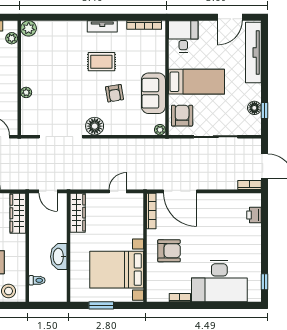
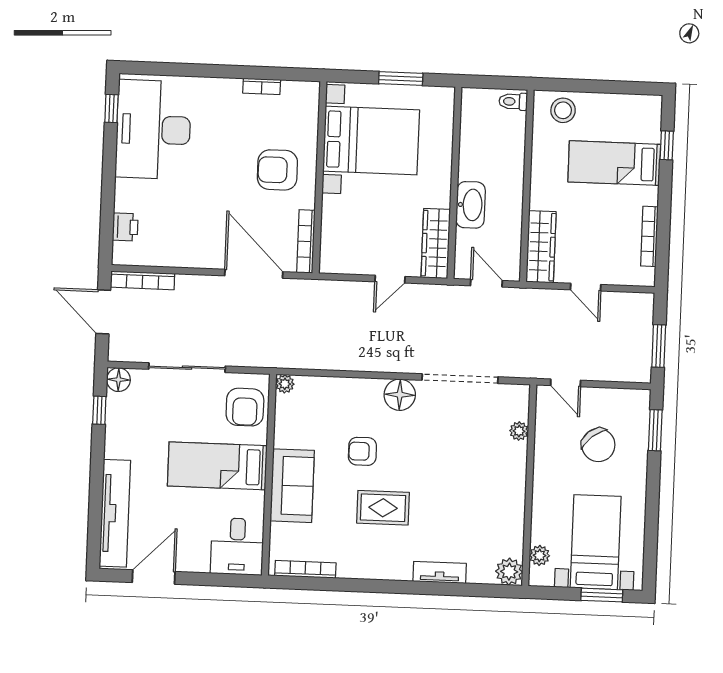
tv unit: (102, 26) -> (440, 572), moved
plant: (26, 92) -> (519, 431), moved
armchair: (114, 93) -> (362, 451), turned -81
sofa: (153, 93) -> (292, 486), moved
floor lamp: (254, 108) -> (118, 380), moved
bookcase: (249, 185) -> (143, 280), width x1.56
door: (118, 191) -> (390, 279), moved
washbasin: (59, 257) -> (471, 205), moved
toilet: (37, 280) -> (513, 101), moved
desk: (219, 281) -> (153, 130), moved, turned -90

